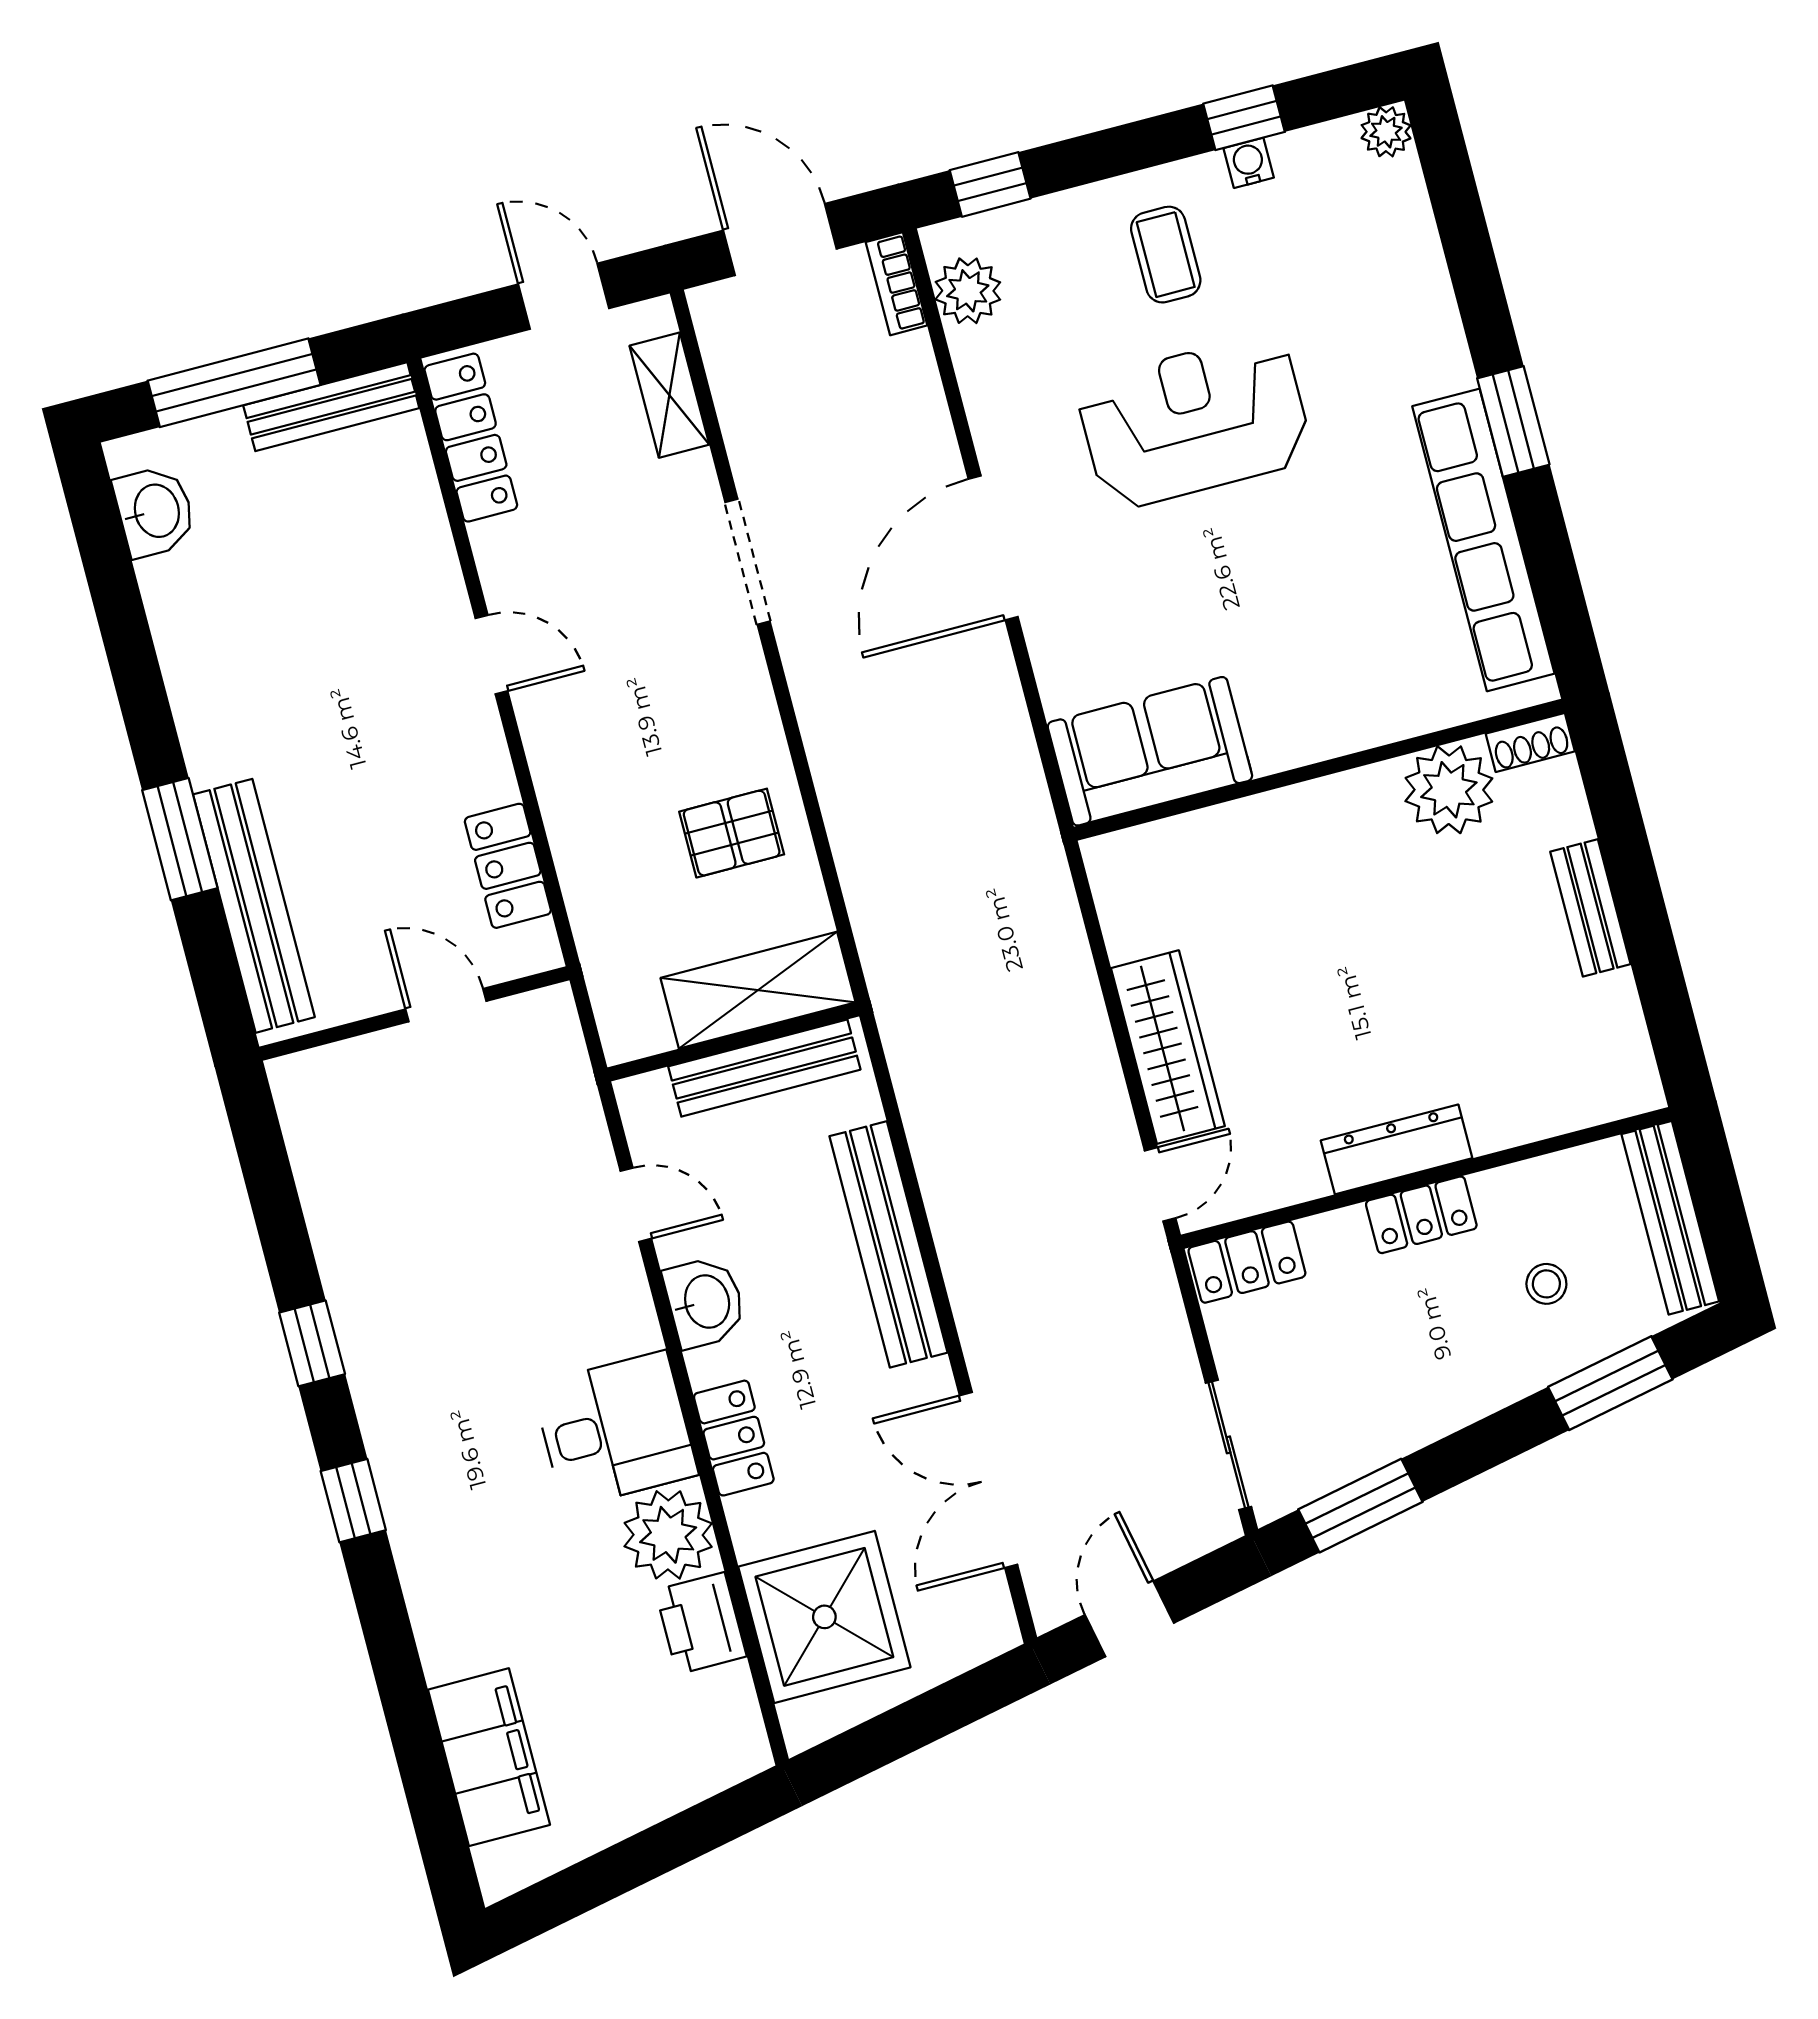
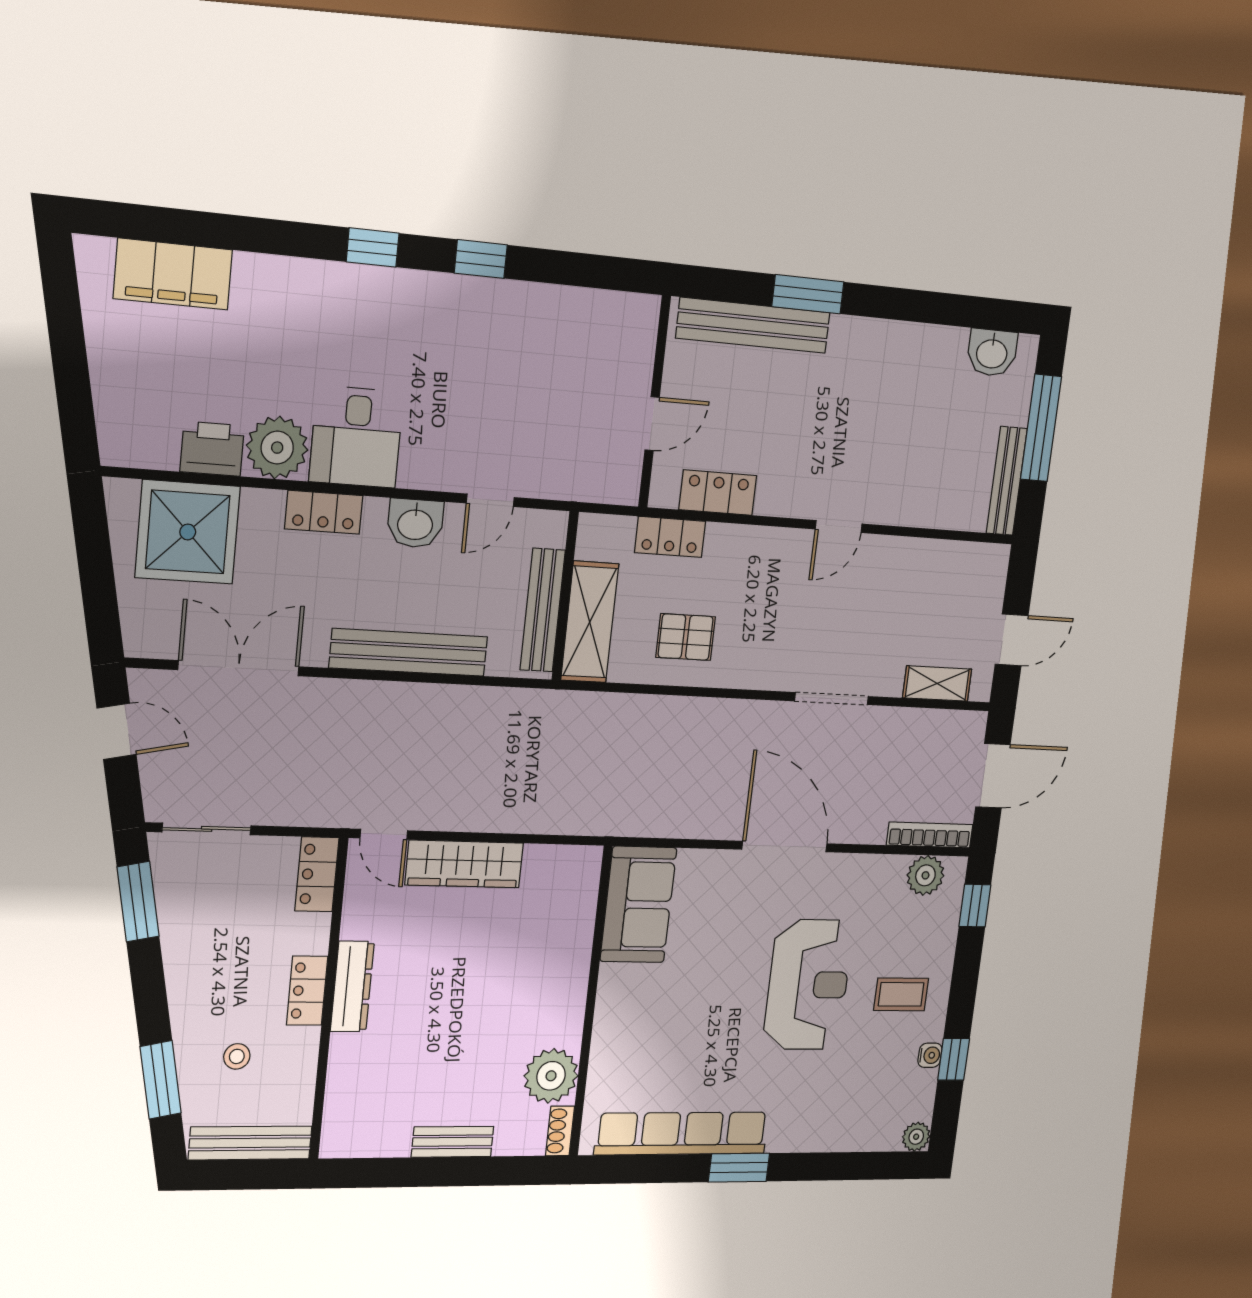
bookcase: (896, 284) -> (930, 835), width x1.56
locker: (471, 438) -> (670, 537), moved, width x0.66
pallet: (732, 833) -> (686, 637), turned 90

